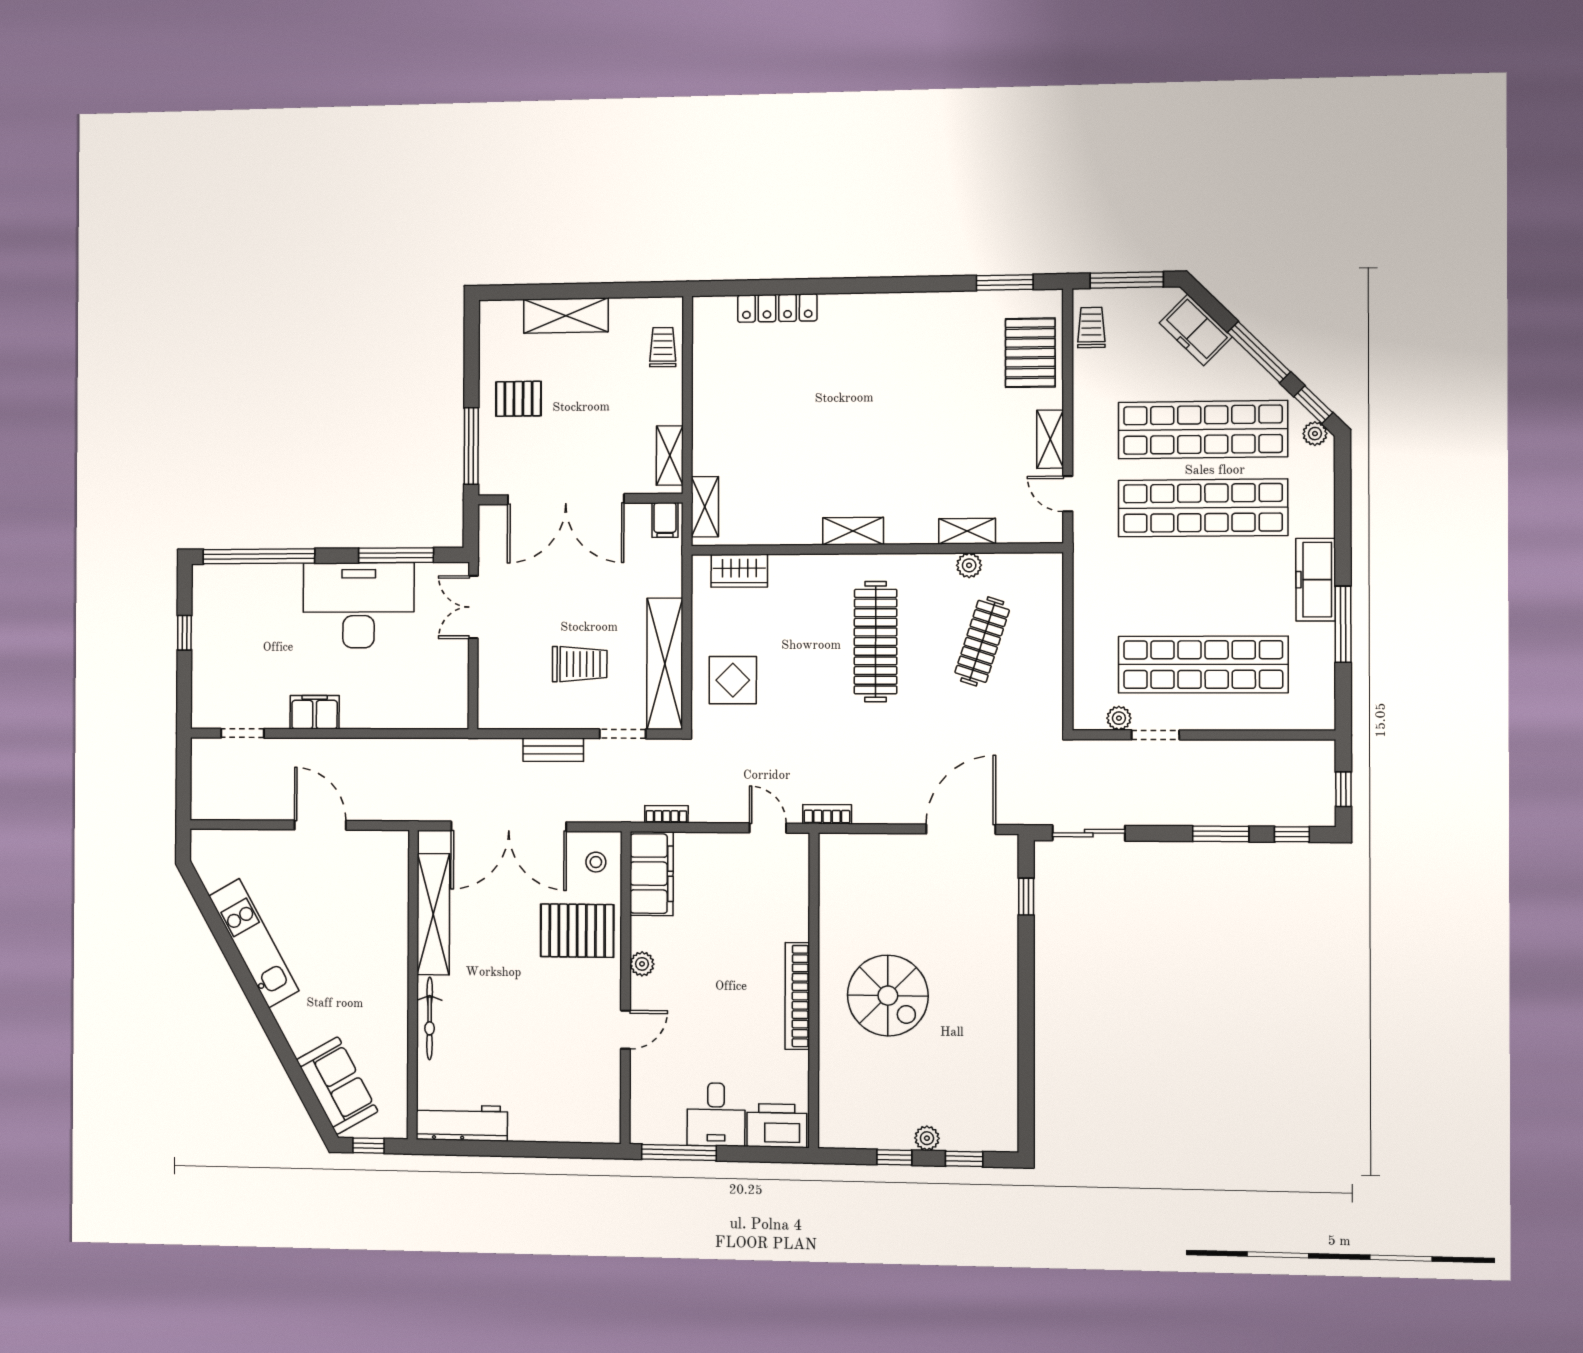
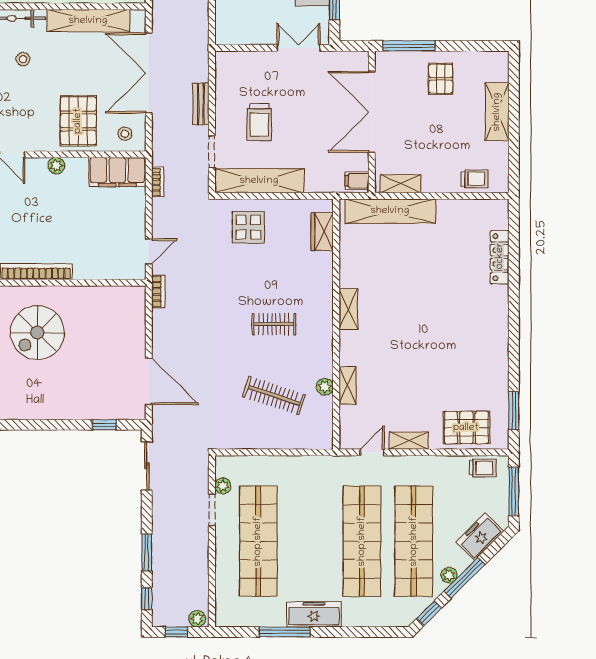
plant: (1315, 434) -> (449, 575), moved
shelving: (705, 507) -> (390, 211), width x2.20, depth x1.33
clothes rail: (876, 642) -> (274, 324), width x0.54, depth x0.76
plant: (1323, 758) -> (197, 619), added
stool: (488, 1011) -> (23, 59), added

